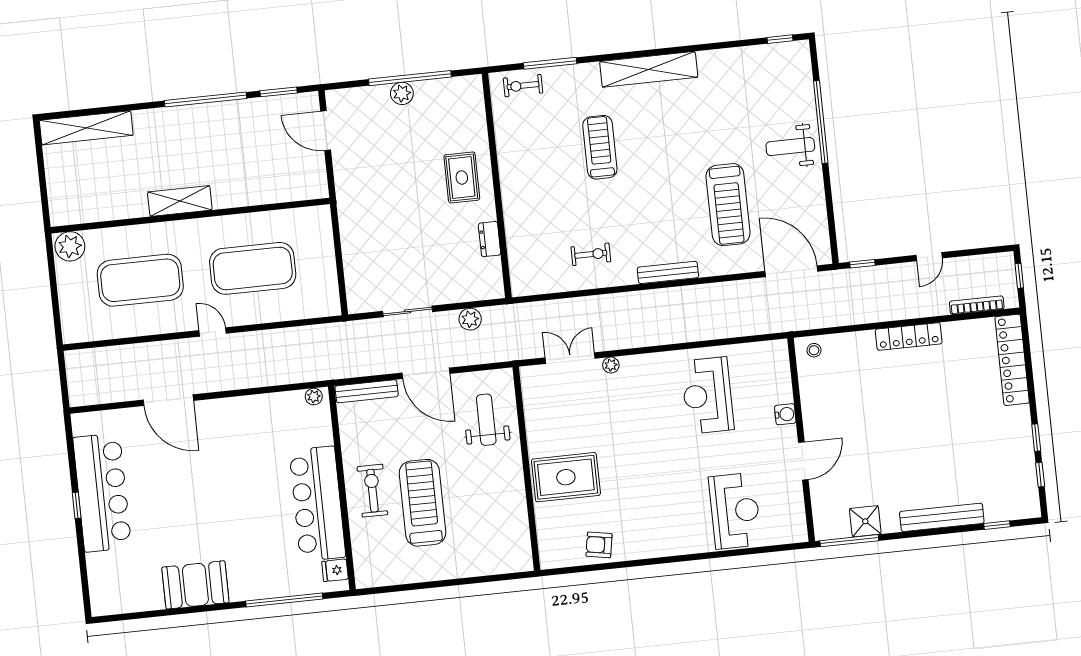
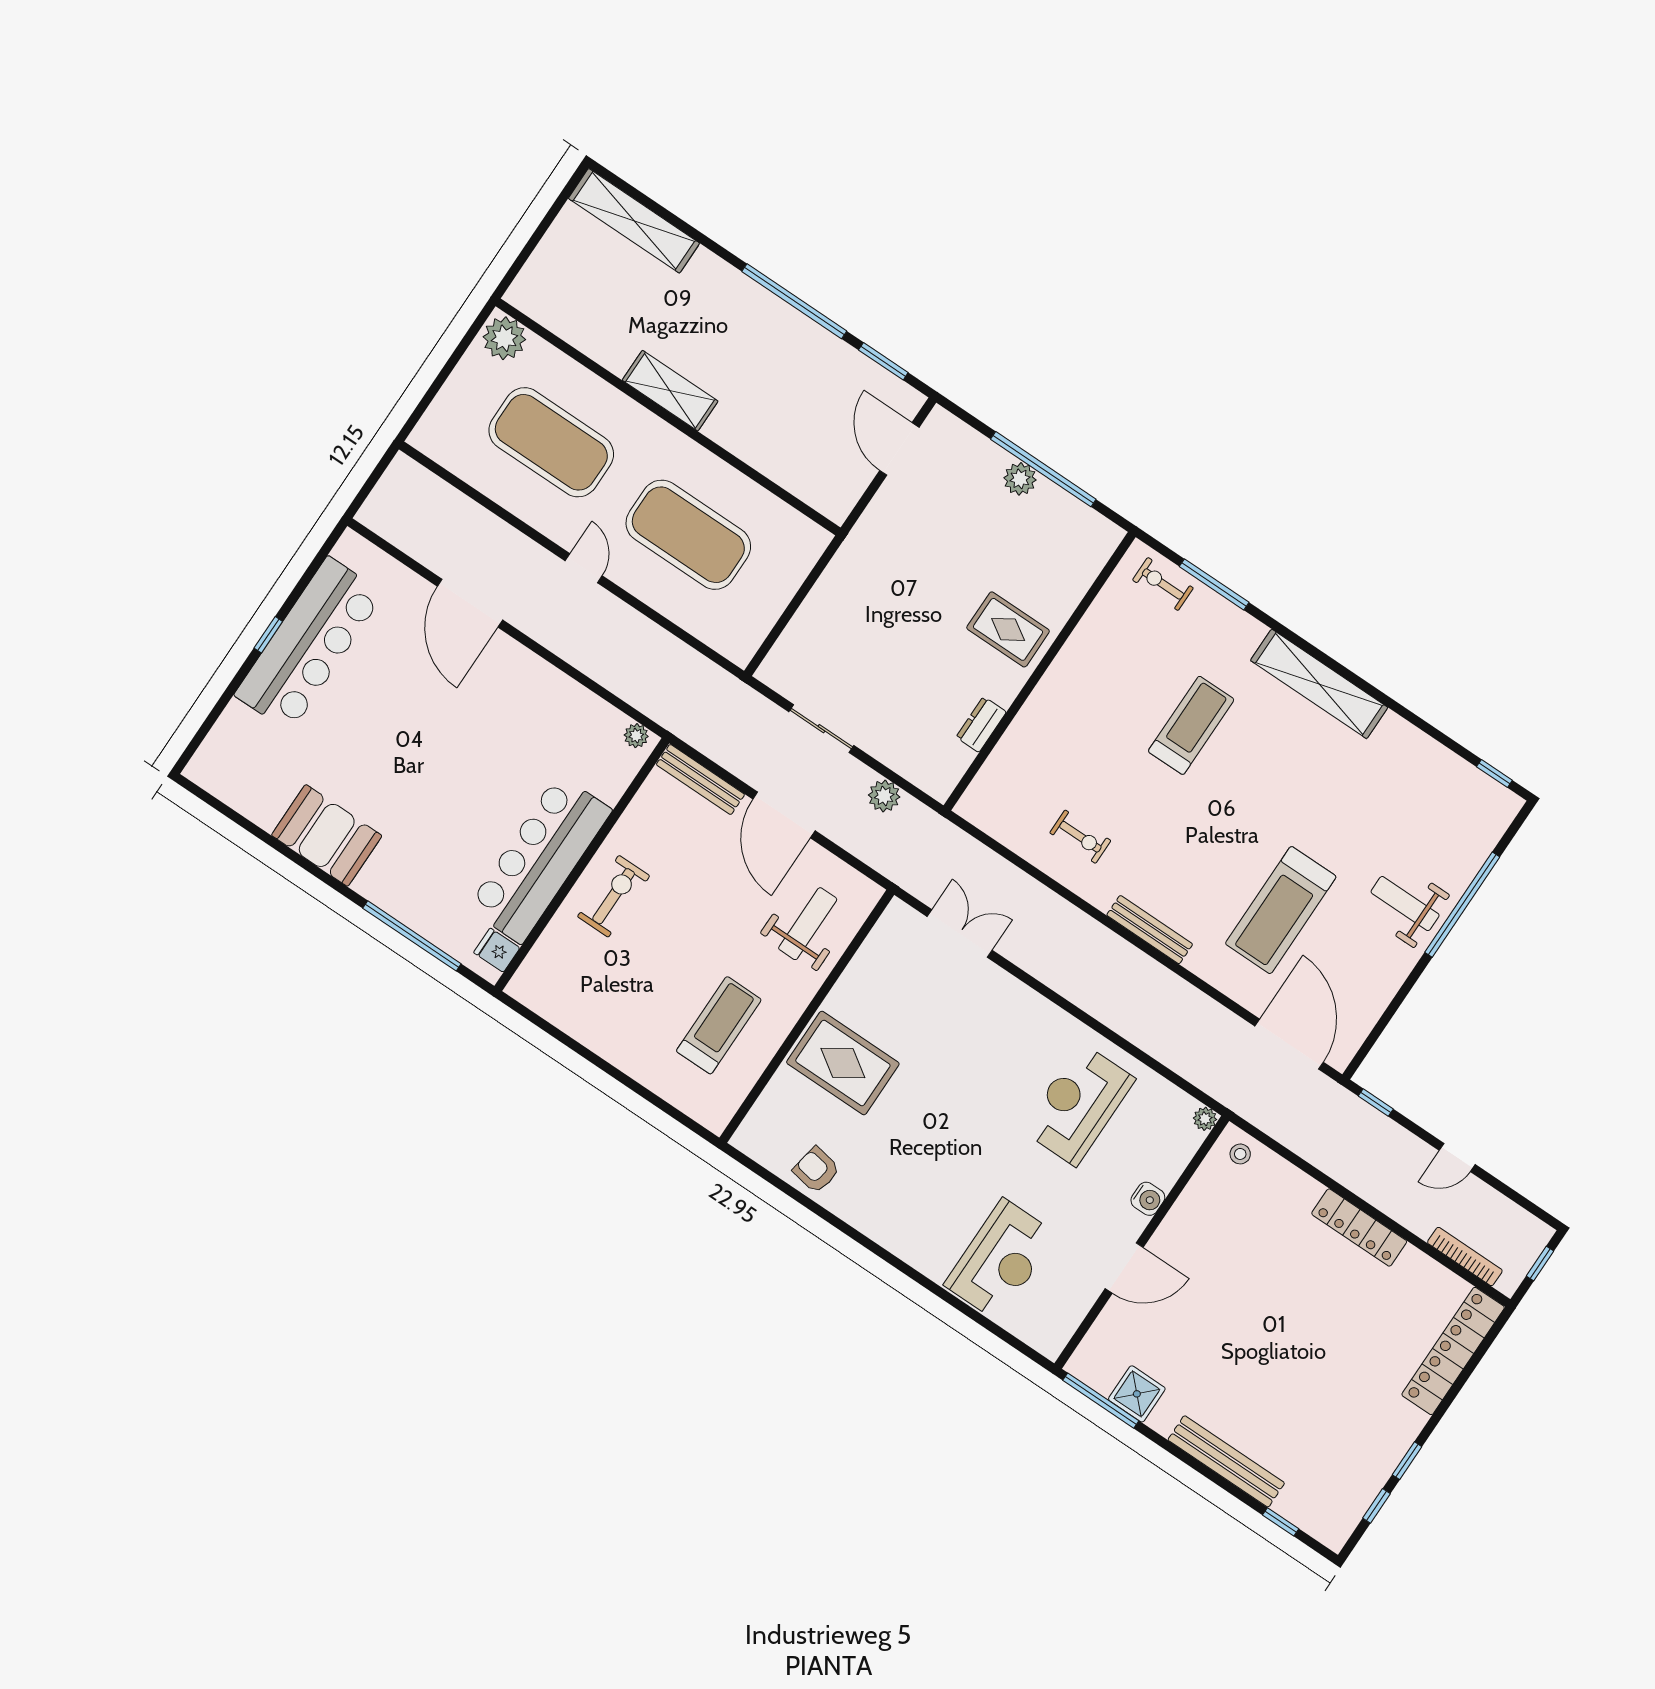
rug: (462, 177) -> (1008, 629), turned 90
plant: (611, 365) -> (1205, 1119), moved
treadmill: (423, 503) -> (719, 1025), moved, width x0.73, depth x0.73

